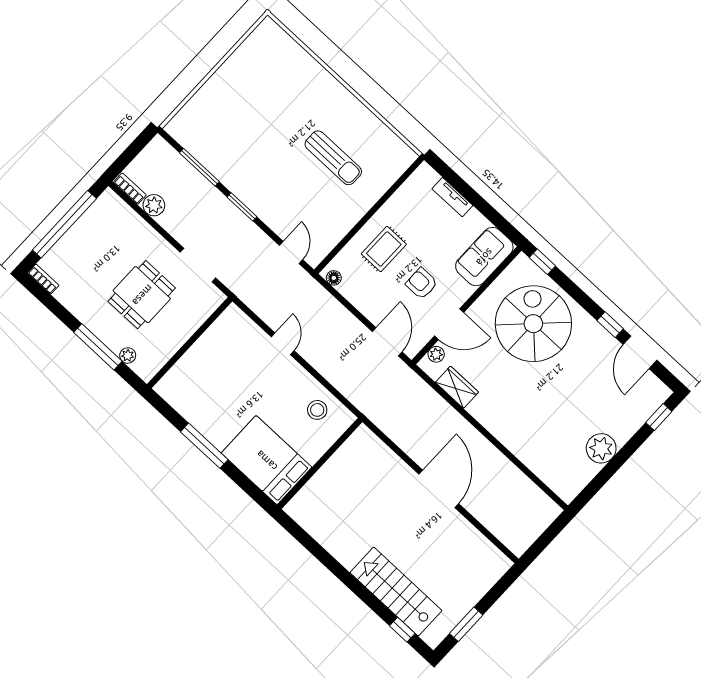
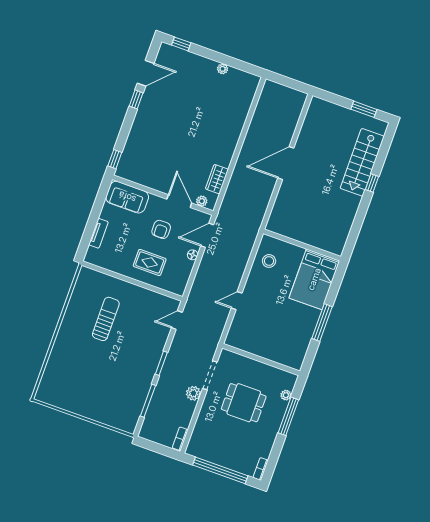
plant: (154, 205) -> (193, 393), moved
floor lamp: (334, 278) -> (193, 255), moved
spiral stairs: (533, 324) -> (156, 148), removed
plant: (601, 448) -> (223, 69), width x0.53, depth x0.53
window: (402, 630) -> (372, 183), moved

